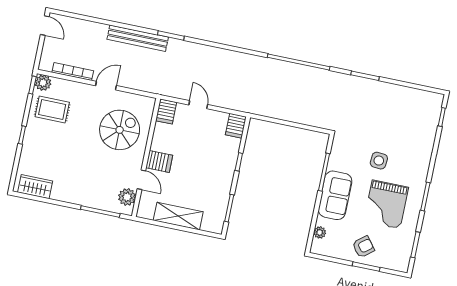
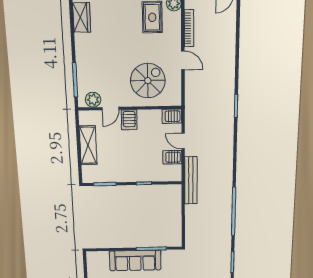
bench: (138, 38) -> (191, 180), moved
door: (198, 105) -> (183, 141), swing flipped
server rack: (236, 126) -> (172, 157), moved
spiral stairs: (120, 130) -> (148, 81), turned -90
sofa: (335, 195) -> (135, 260), width x1.36
plant: (320, 232) -> (104, 256), removed

